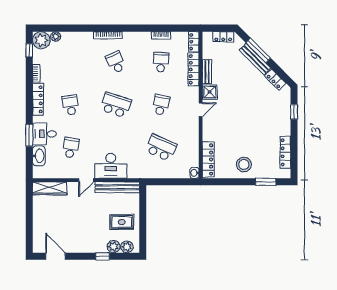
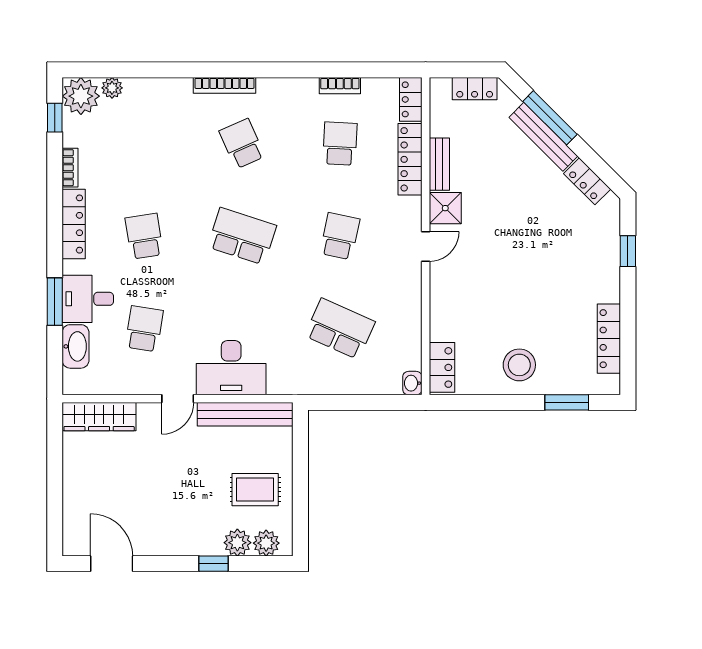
locker: (208, 160) -> (442, 367), width x0.66

